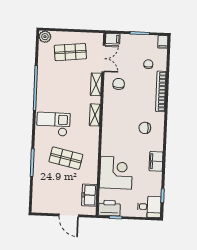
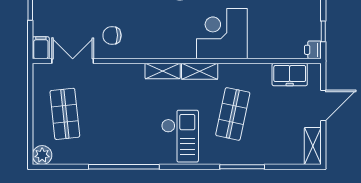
shelving: (96, 84) -> (200, 71), moved
checkout: (53, 124) -> (180, 136), turned 180
corner desk: (116, 173) -> (222, 34), moved
shelving: (43, 208) -> (313, 146), added
printer: (109, 208) -> (313, 50), width x0.53, depth x0.68

